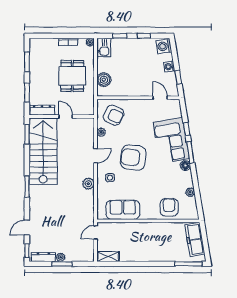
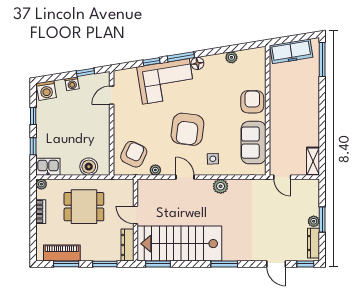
piano: (36, 58) -> (62, 253), added
door: (66, 117) -> (135, 215), hinge flipped
armchair: (169, 207) -> (252, 102), moved, turned 90

